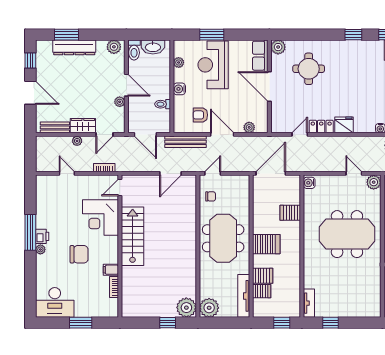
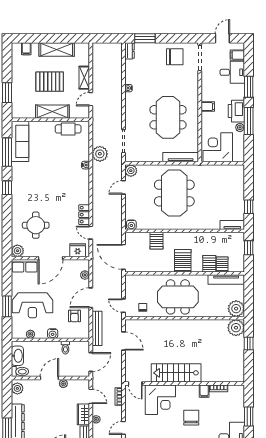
fridge: (344, 125) -> (78, 250), moved, turned 90

